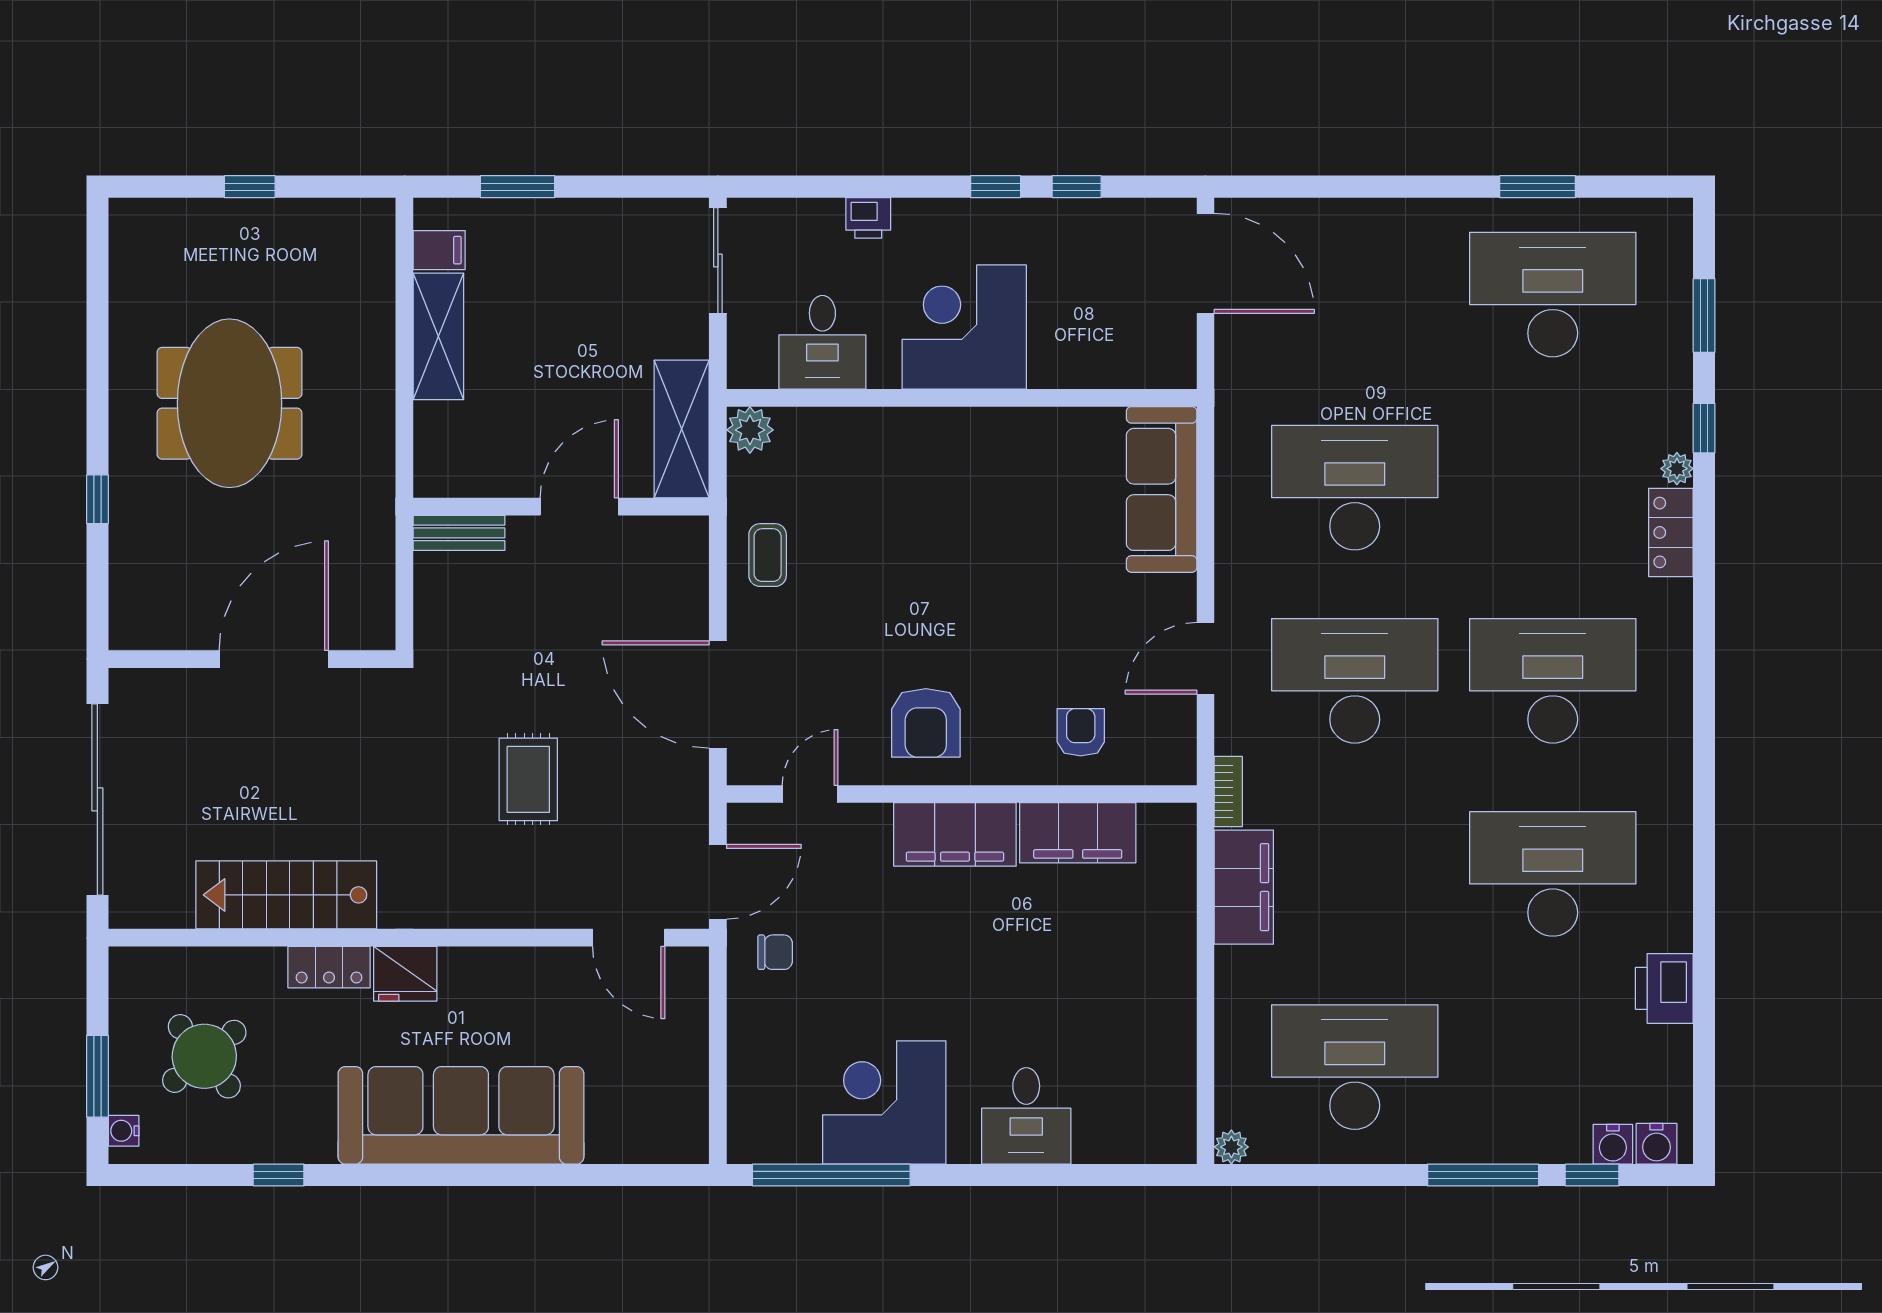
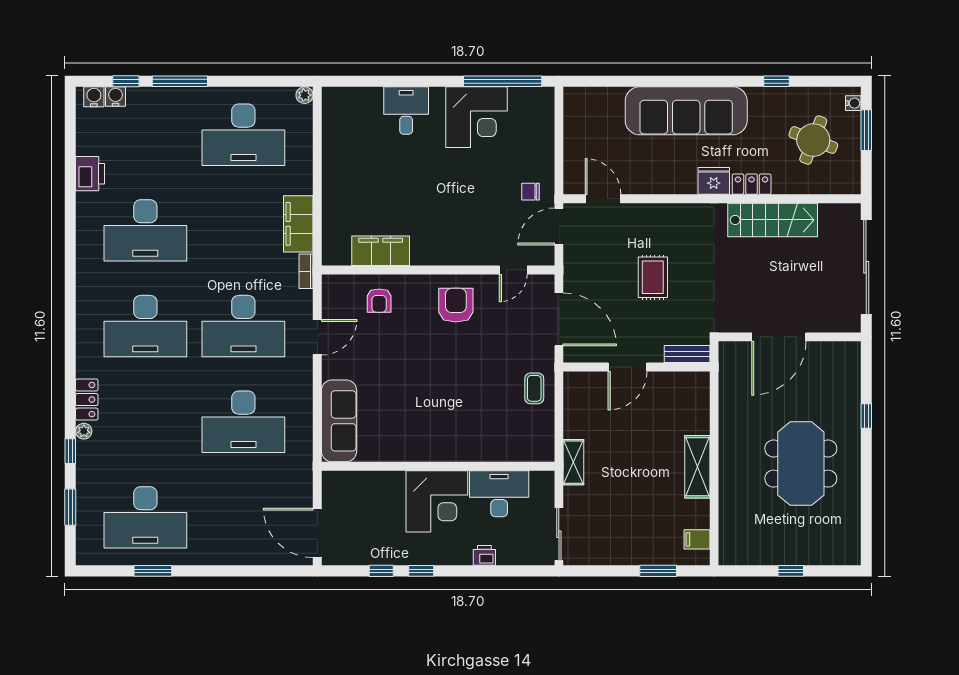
shelving: (438, 336) -> (697, 467), moved
desk: (822, 342) -> (499, 494), width x1.37
shelving: (682, 429) -> (573, 462), width x0.67, depth x0.75
plant: (750, 430) -> (543, 450), removed
wall: (561, 507) -> (637, 367), moved
door: (579, 507) -> (628, 367), moved
bench: (459, 533) -> (687, 354), moved
filing cabinet: (955, 834) -> (441, 250), removed
round table: (204, 1056) -> (813, 140), turned -30

